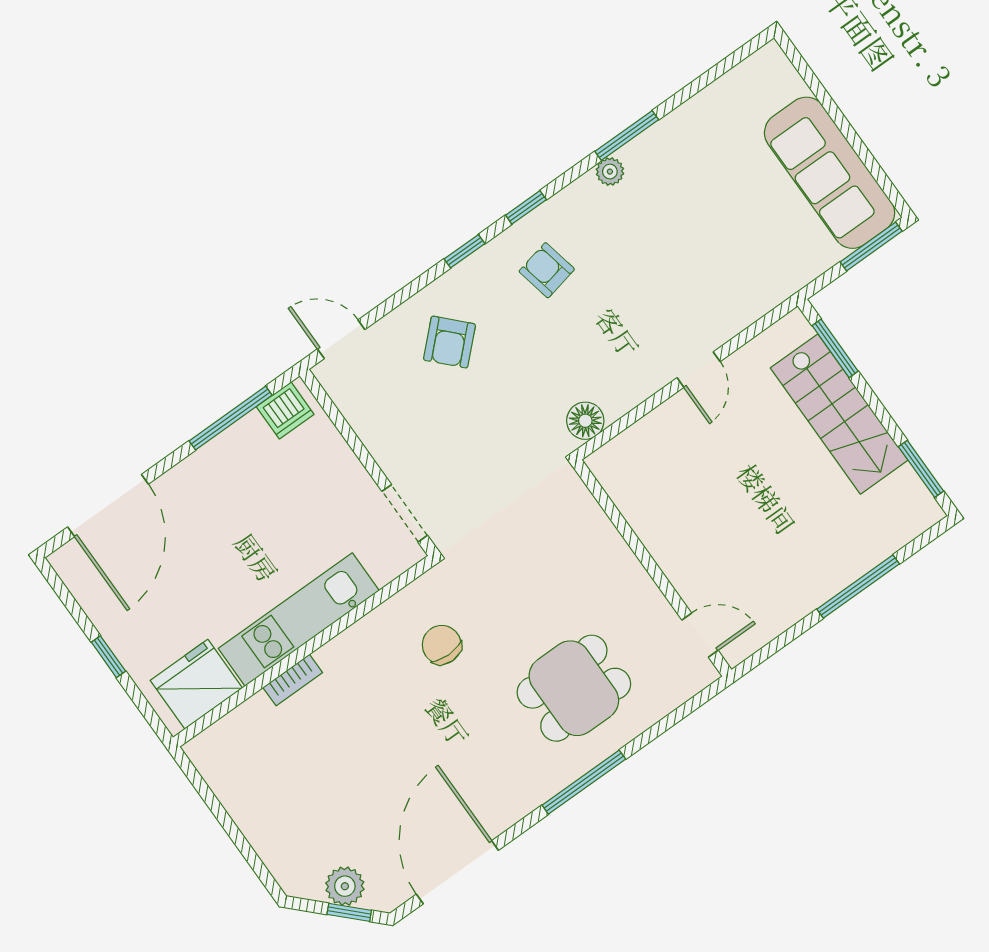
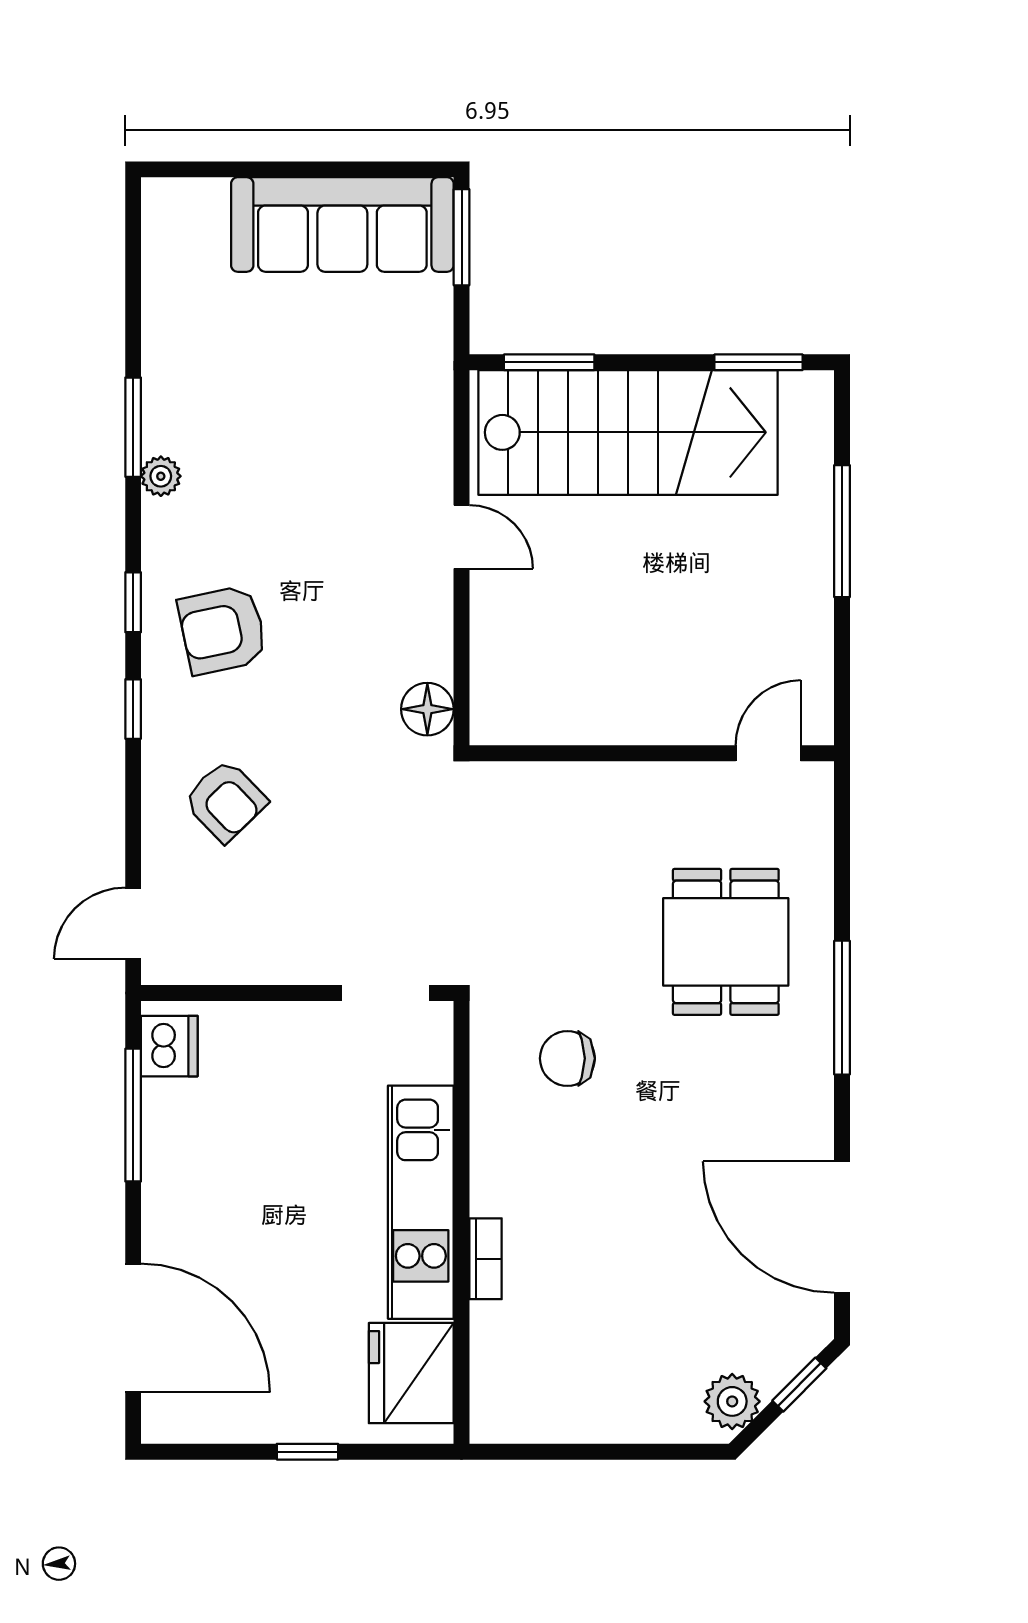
armchair: (547, 270) -> (222, 630), width x1.38, depth x1.38
stairs: (839, 414) -> (628, 432), width x1.36, depth x1.51
plant: (345, 886) -> (732, 1401), moved

